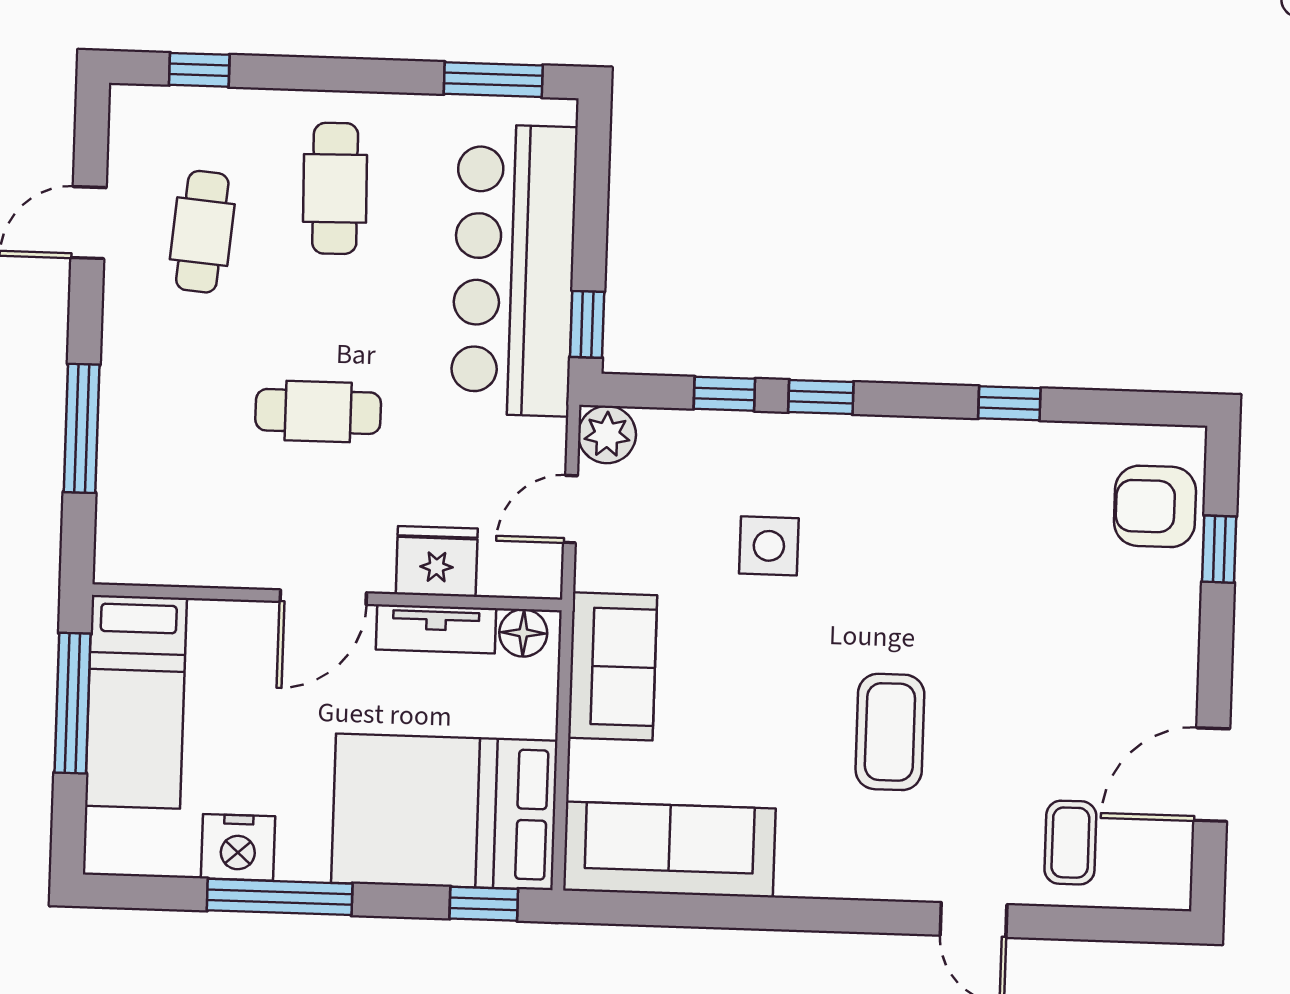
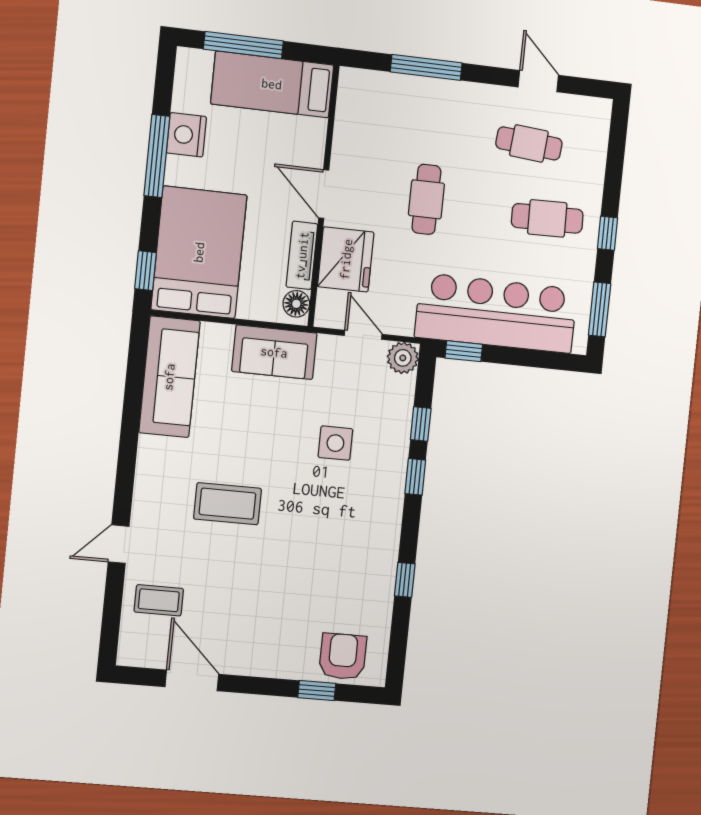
window: (199, 70) -> (608, 233), moved
fridge: (437, 561) -> (346, 259), width x1.36, depth x1.34
window: (73, 703) -> (243, 45), moved

